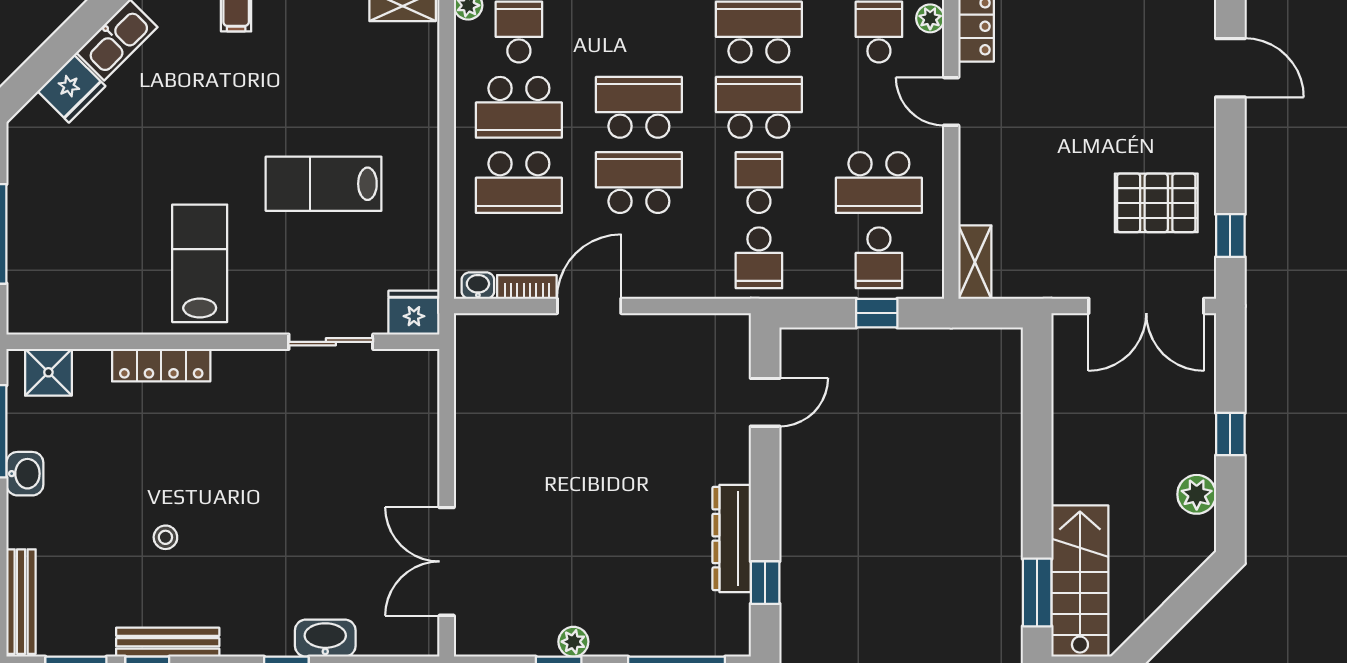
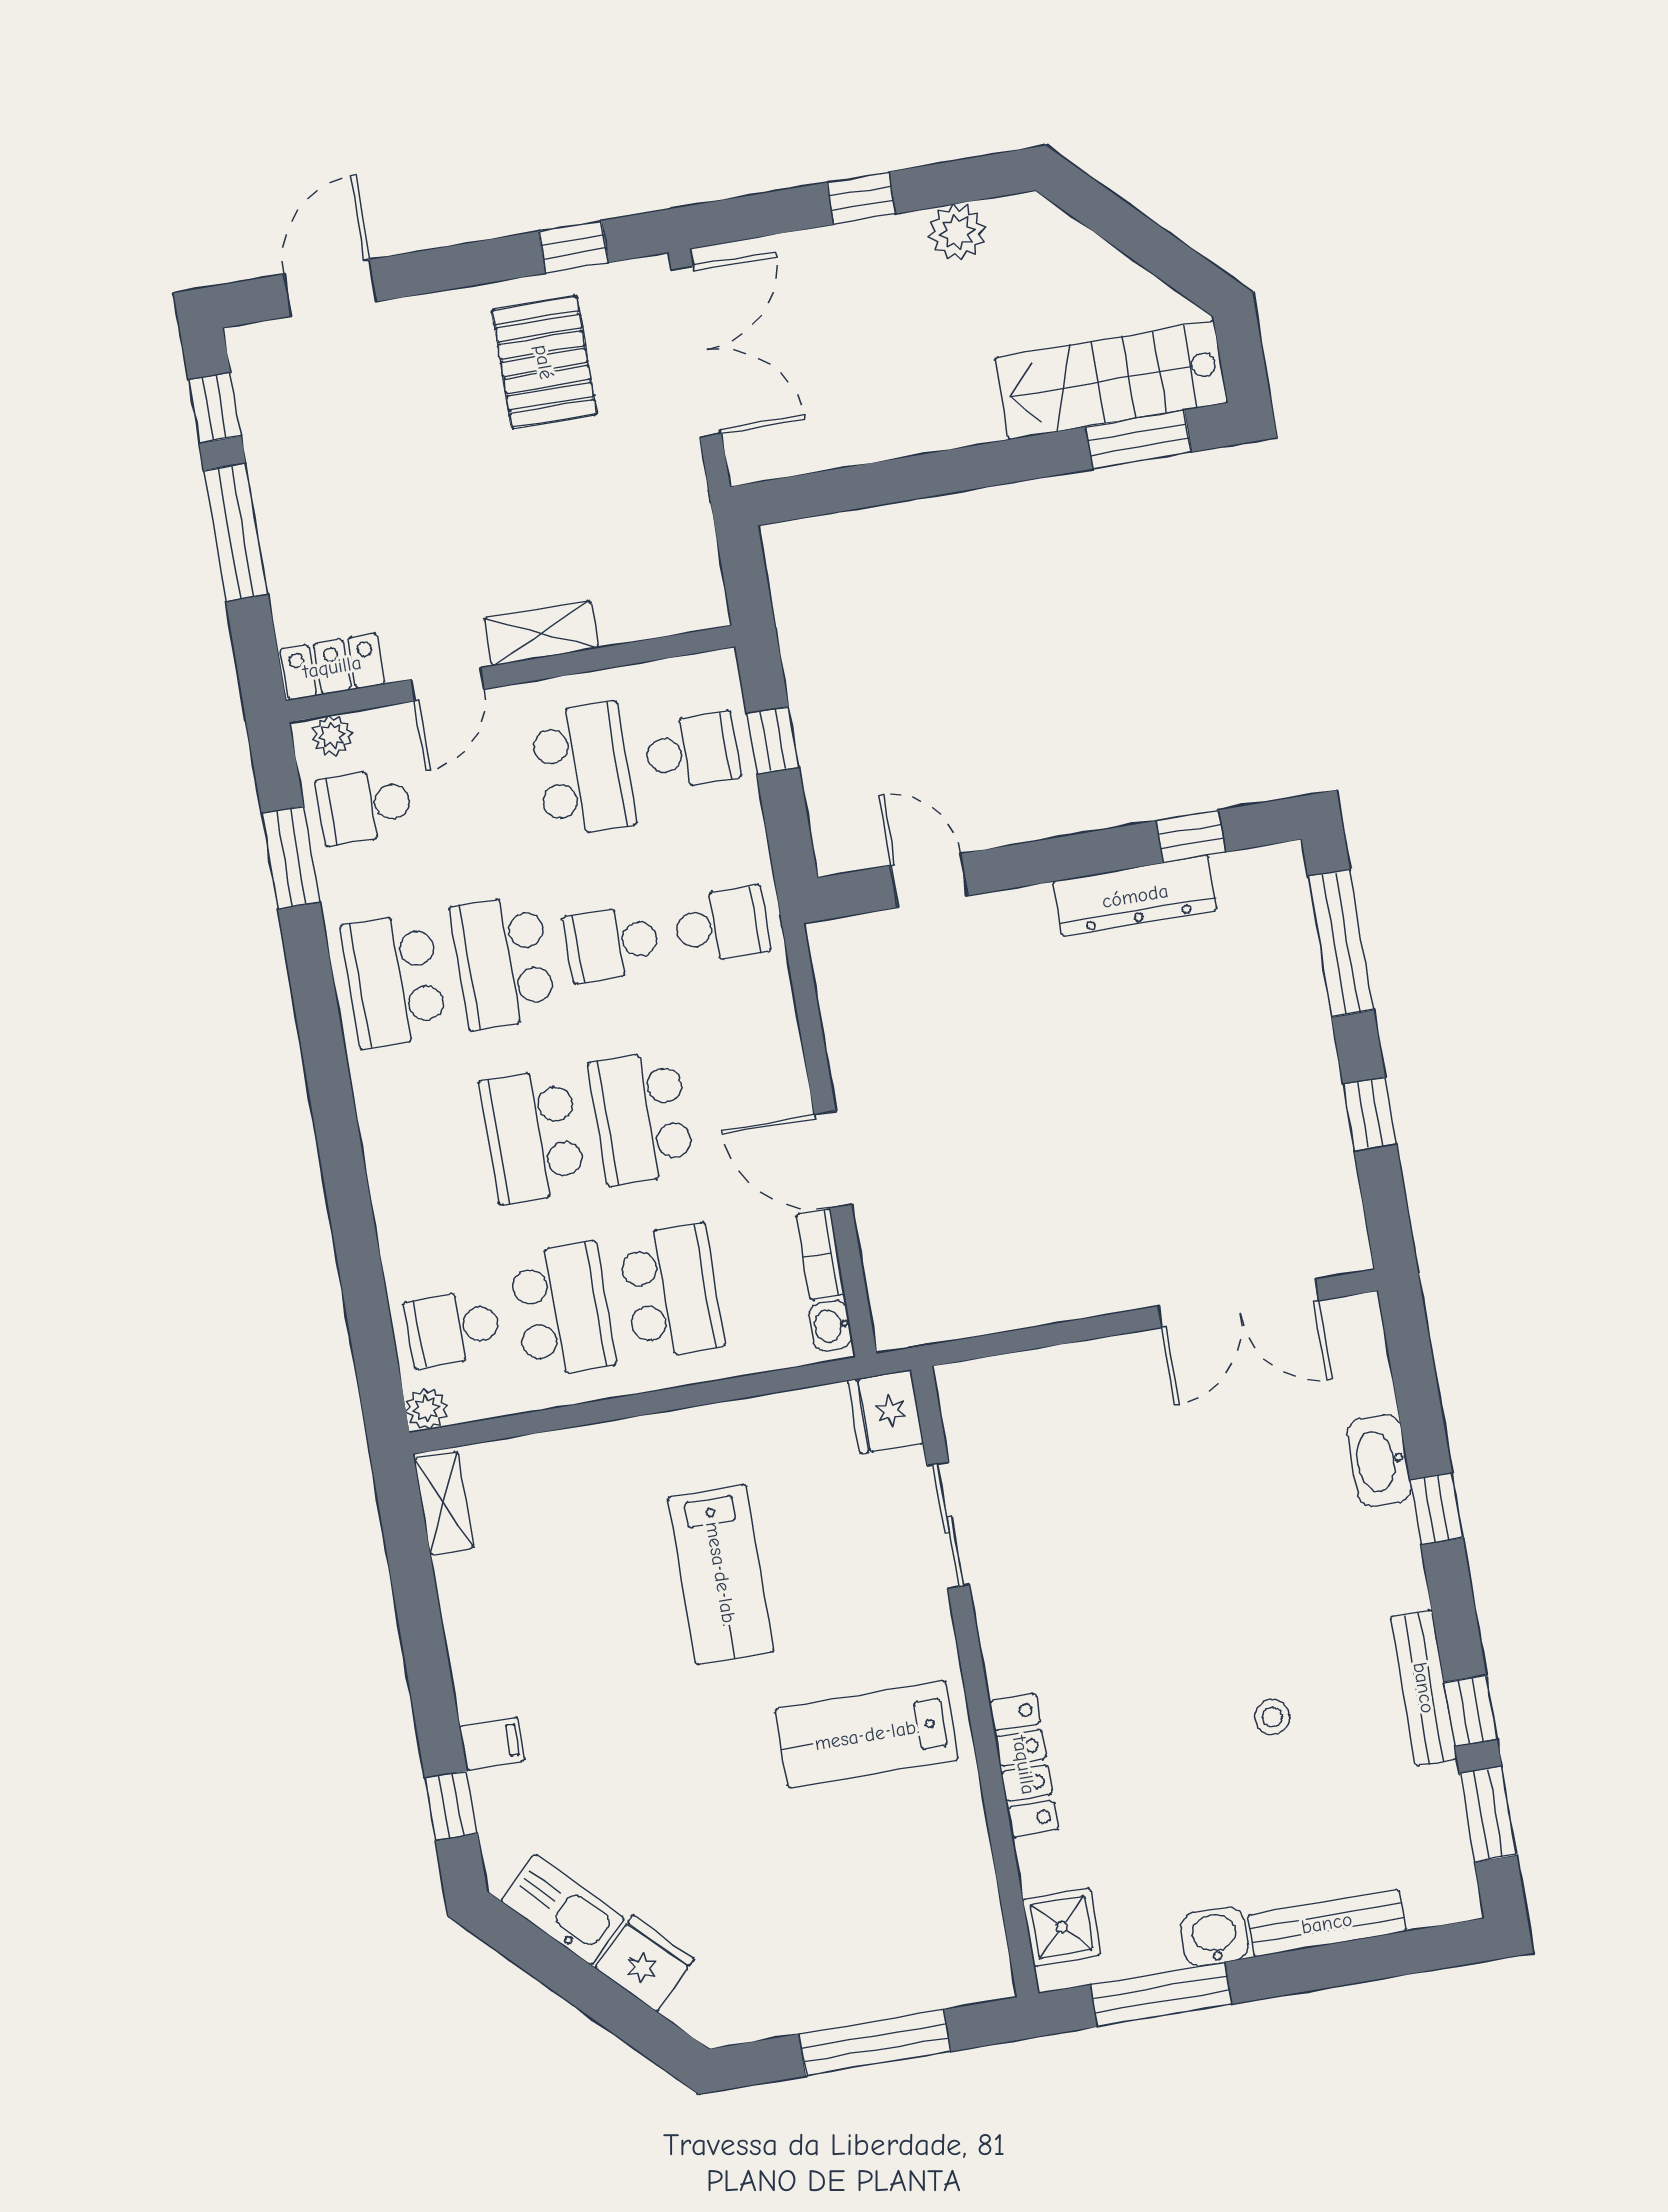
shelving: (975, 262) -> (541, 633), moved
bench: (21, 602) -> (1327, 1923), moved
plant: (573, 642) -> (1324, 1100), removed

